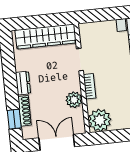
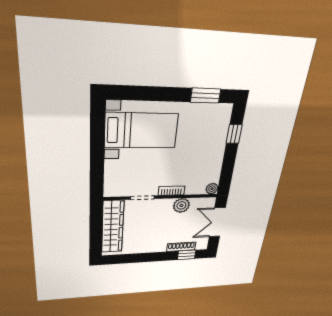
dresser: (23, 83) -> (155, 247), removed
plant: (100, 120) -> (212, 189), width x0.53, depth x0.53

